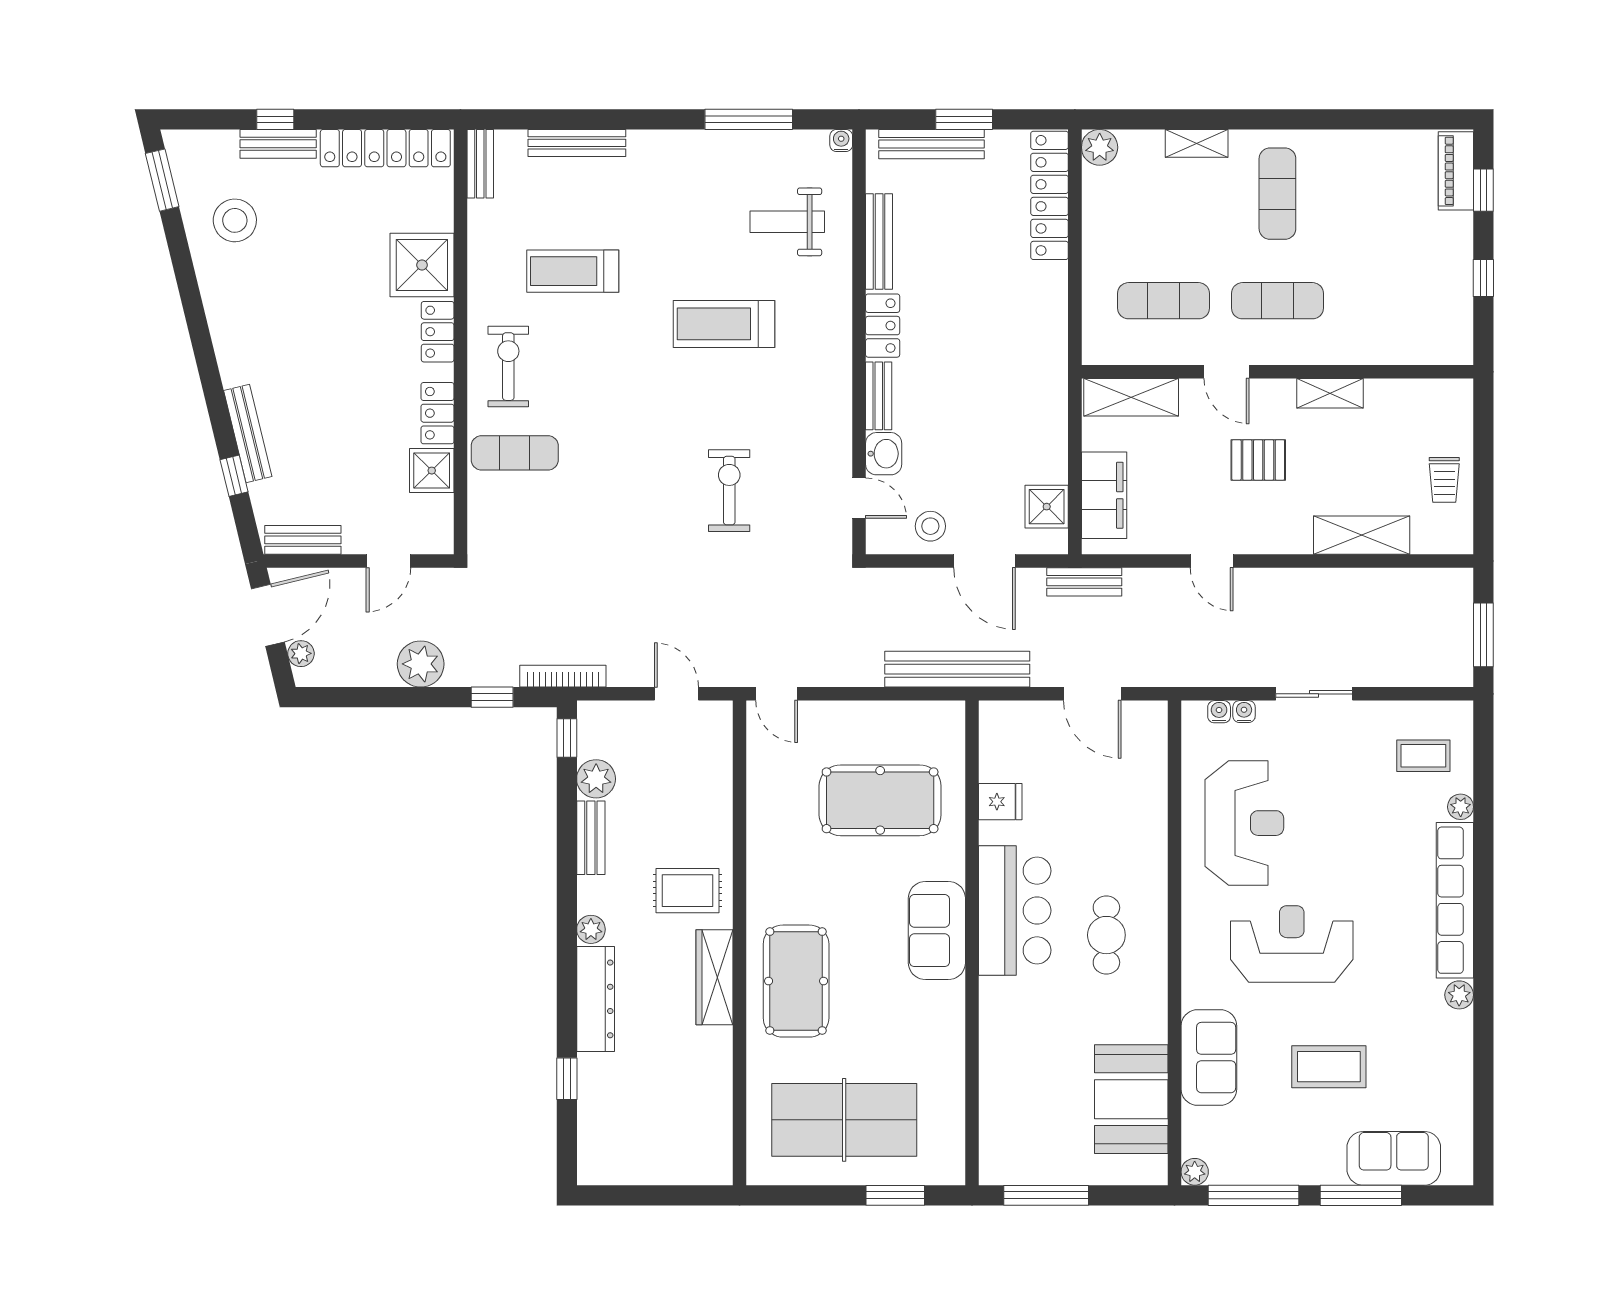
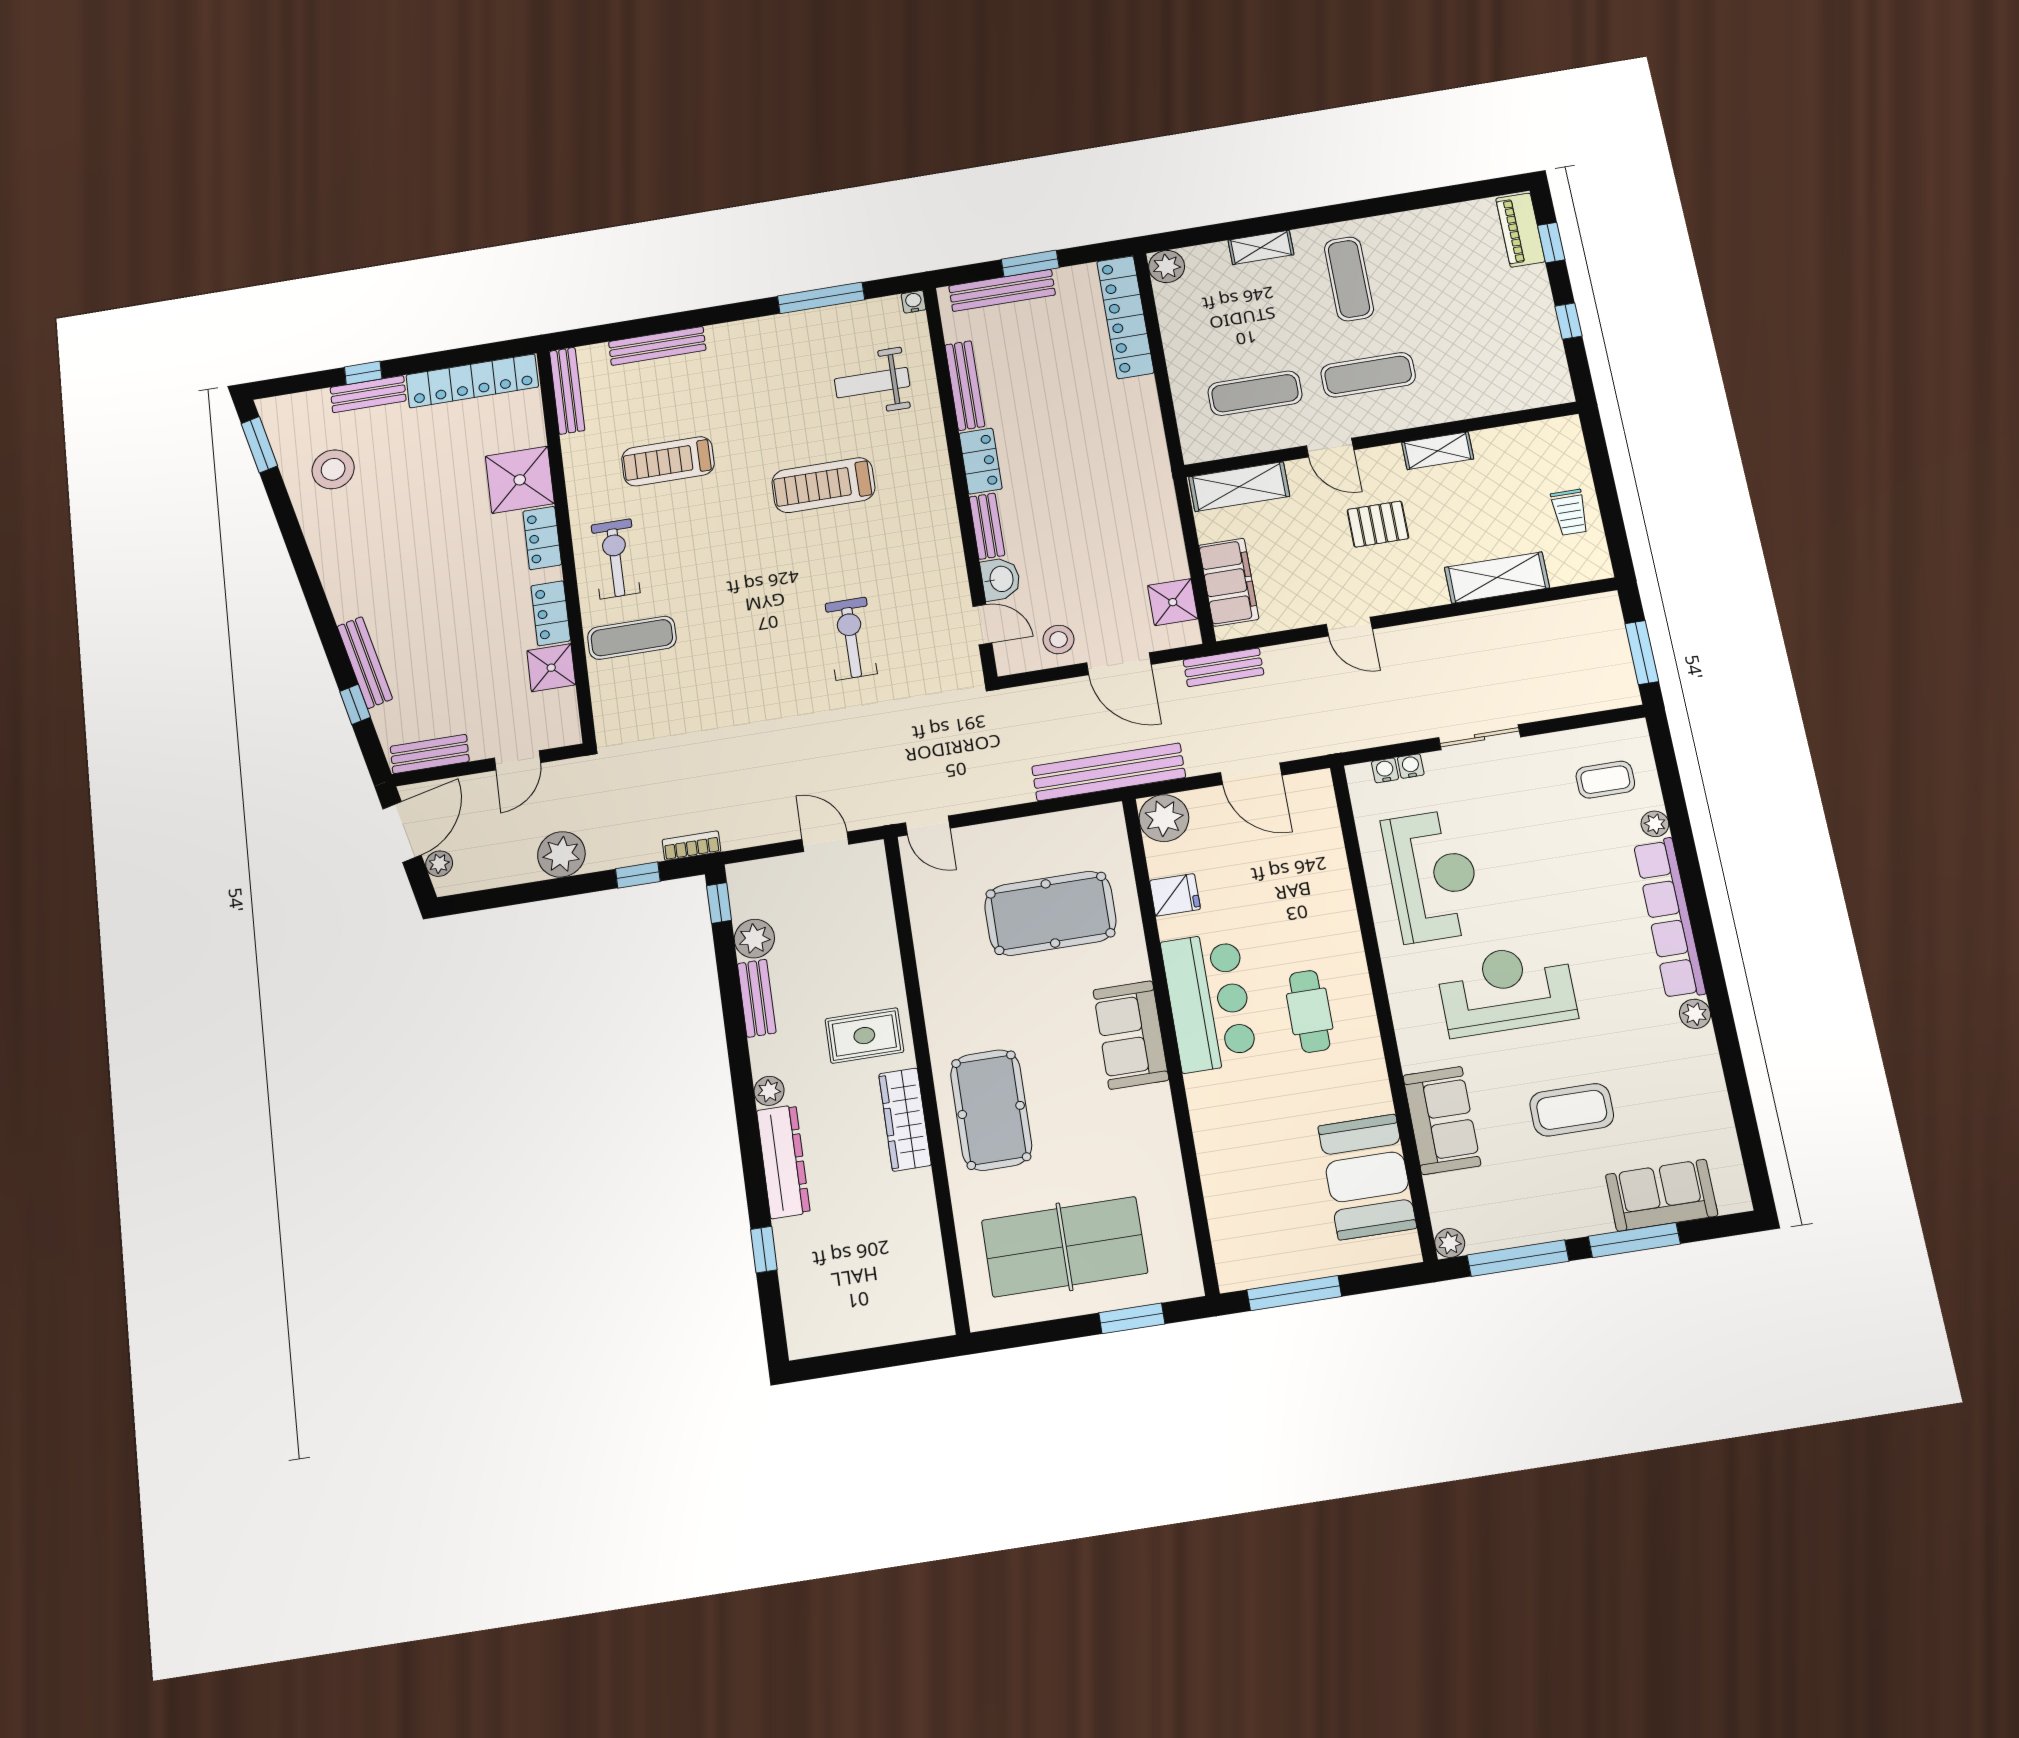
bench: (480, 164) -> (567, 391), width x1.36
bookcase: (563, 676) -> (691, 846), width x0.64
plant: (1002, 724) -> (1164, 818), added

